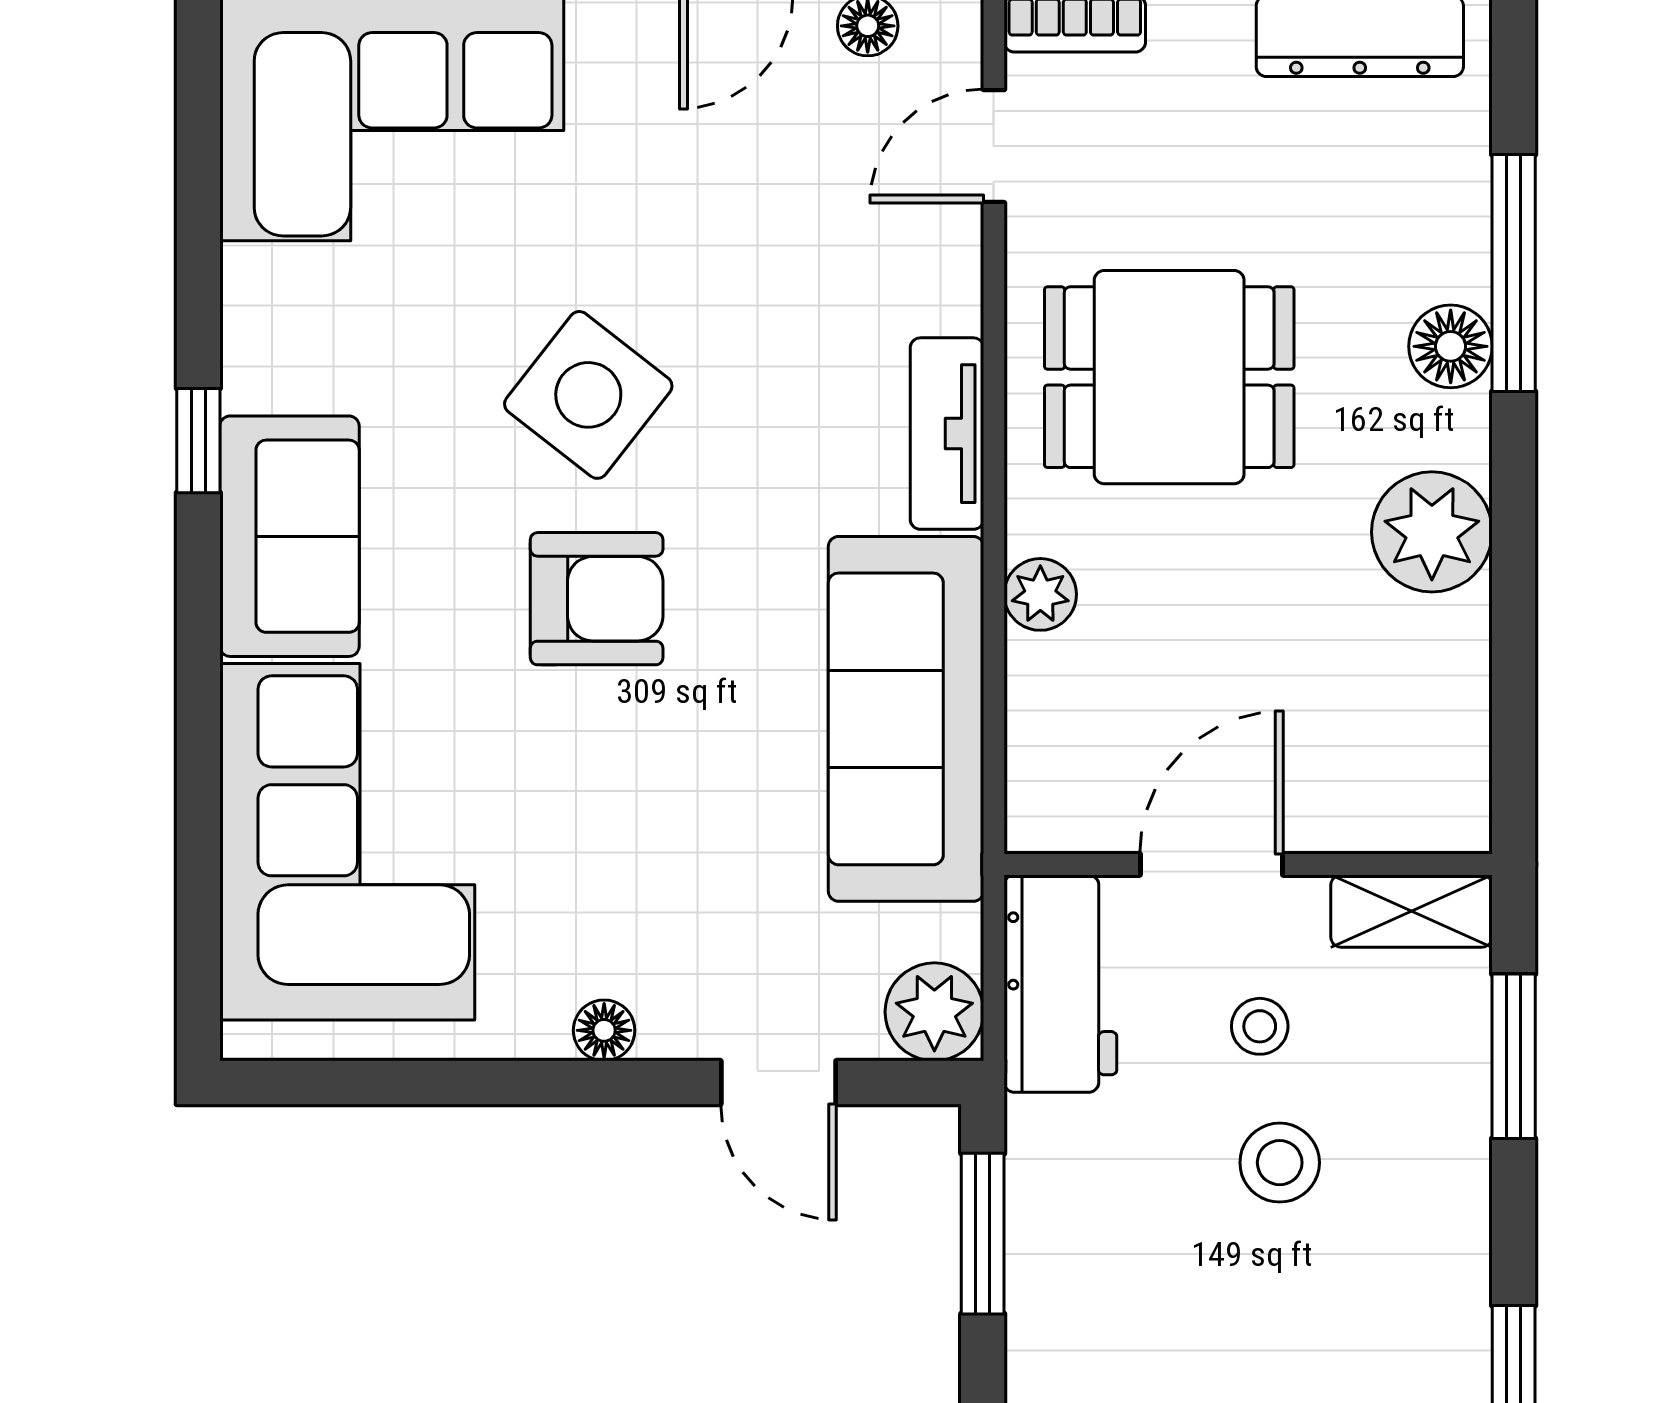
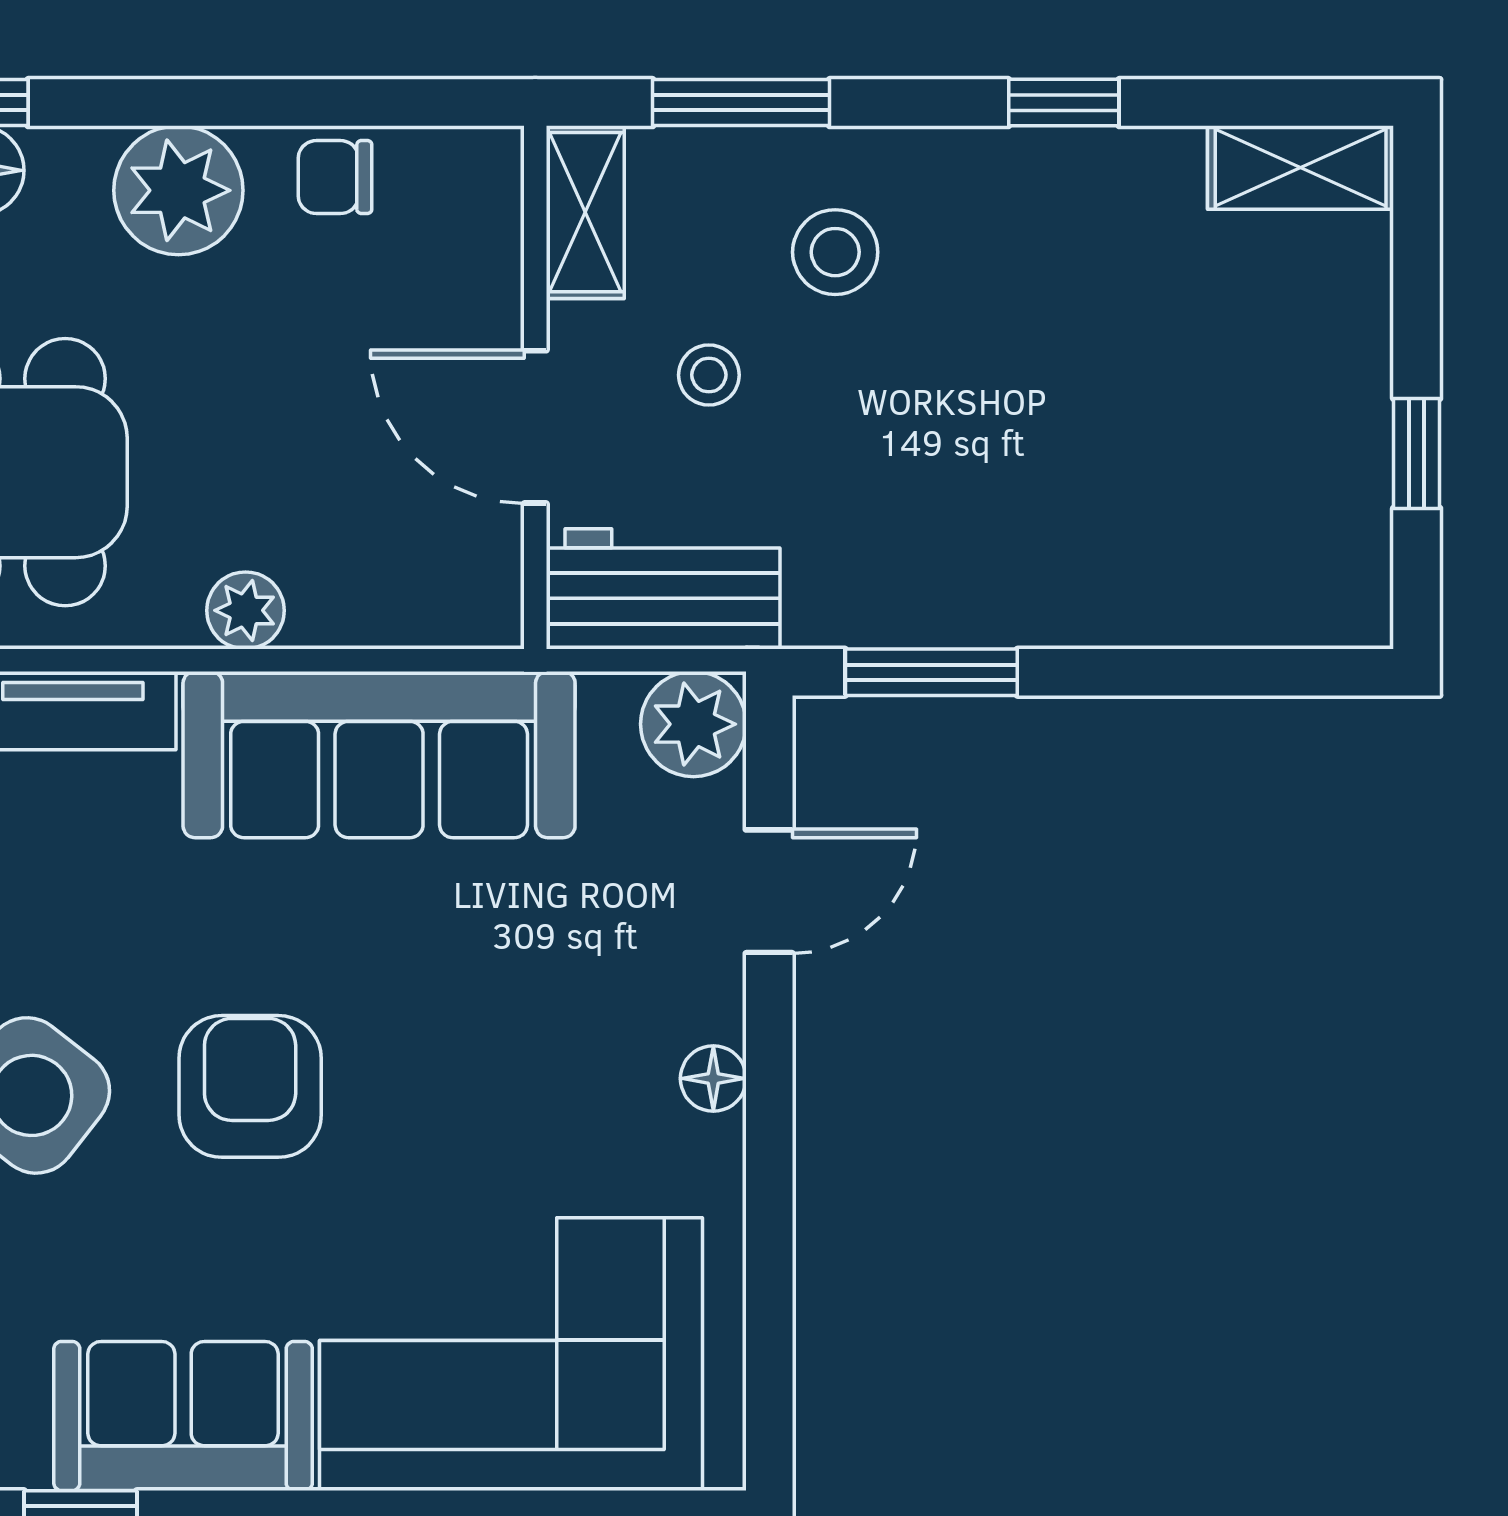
chair: (1444, 678) -> (335, 177), added
stool: (1280, 1163) -> (835, 252), moved

